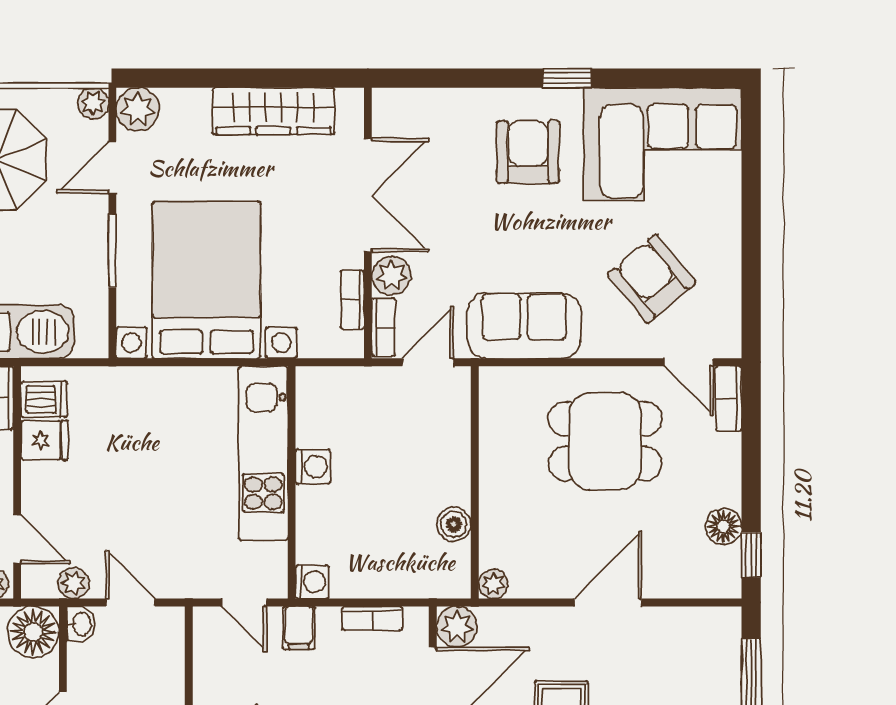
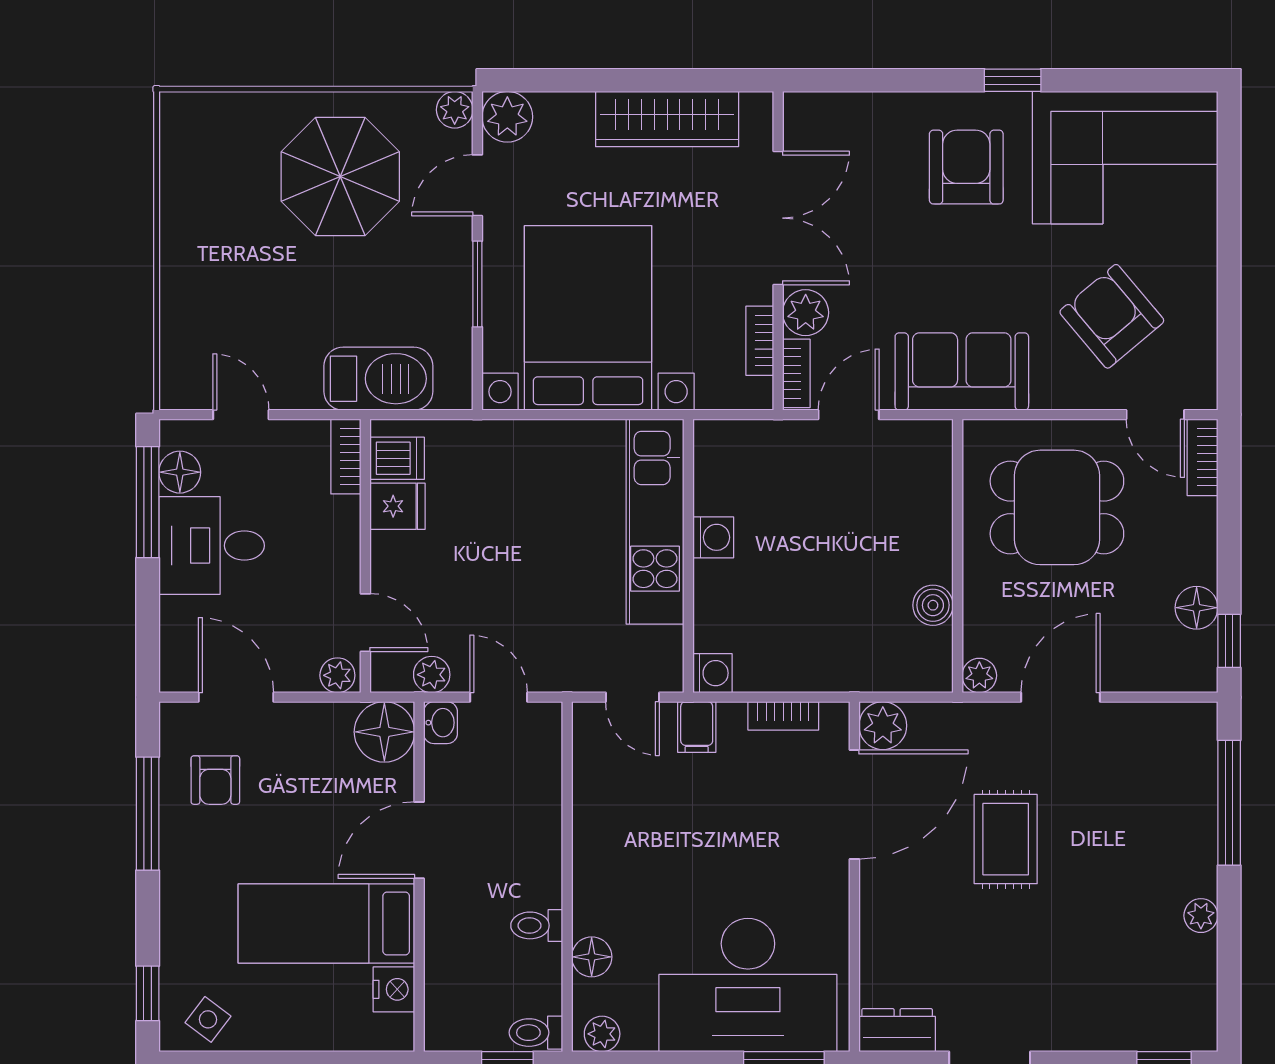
wall: (475, 482) -> (958, 556), moved
boiler: (454, 524) -> (933, 605), moved
plant: (493, 584) -> (979, 676), moved

